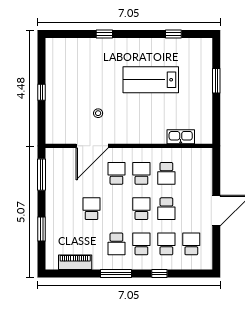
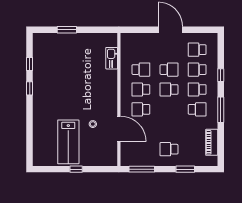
window: (104, 34) -> (30, 88), moved
lab bench: (151, 80) -> (68, 142), moved
school desk: (91, 209) -> (169, 149), moved

